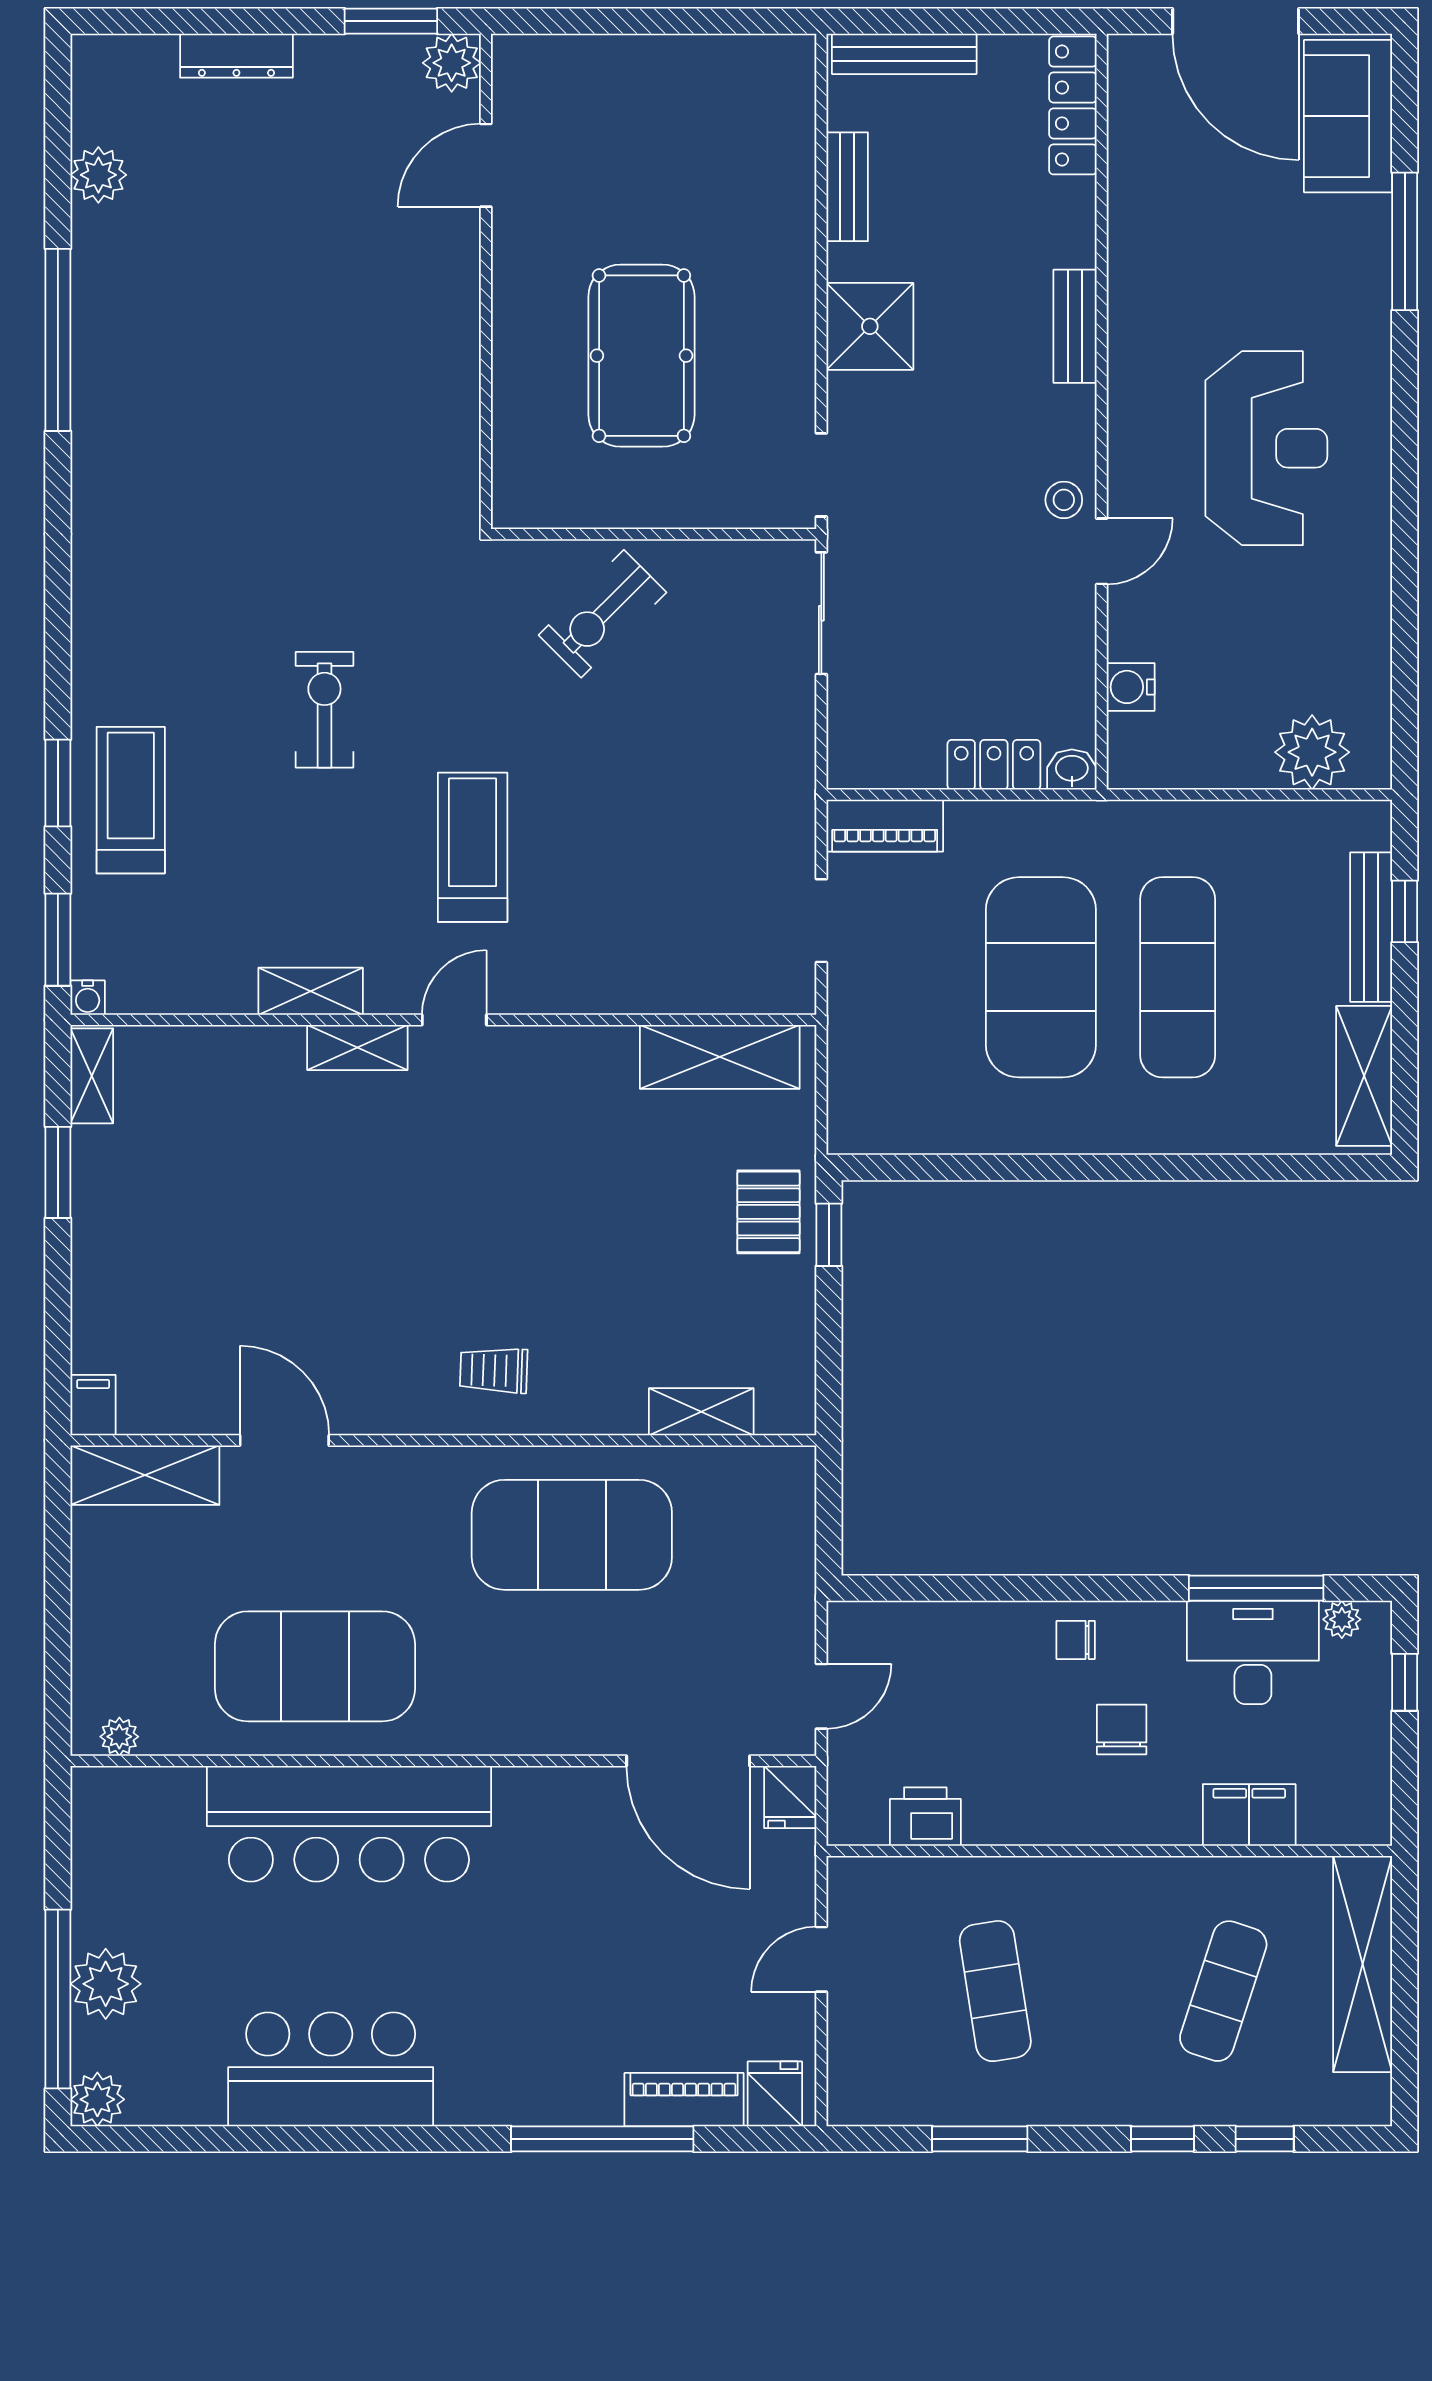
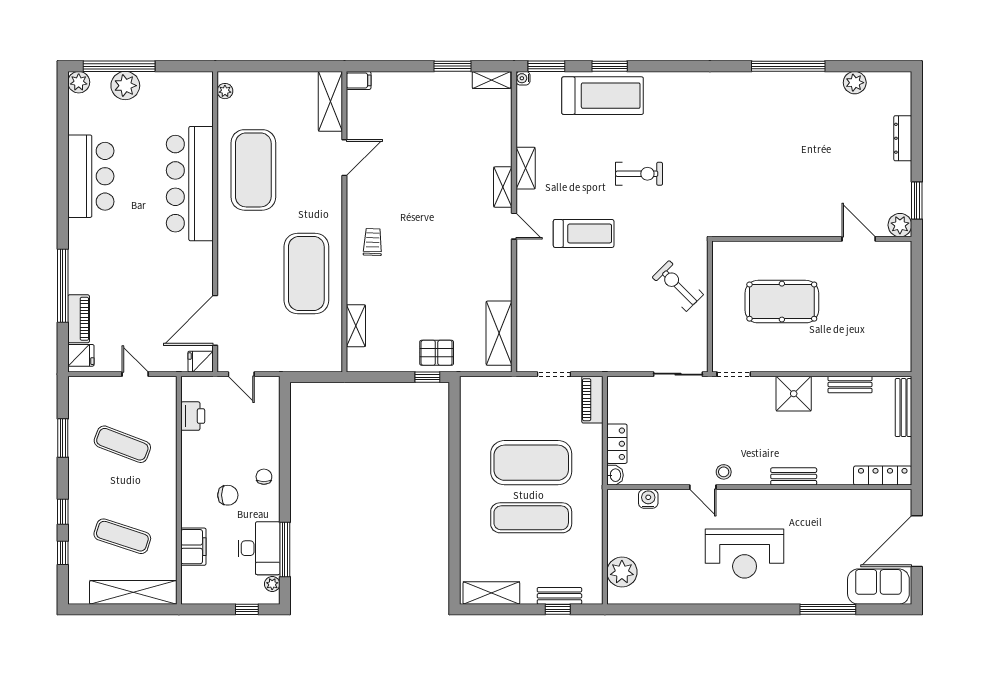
treadmill: (131, 800) -> (603, 96), width x1.37, depth x1.38
bench: (1371, 927) -> (559, 596), width x0.73
exercise mat: (995, 1991) -> (122, 444), turned 30

